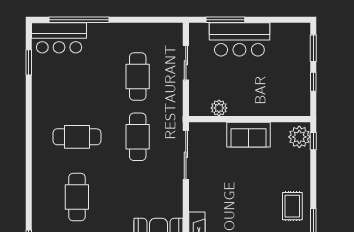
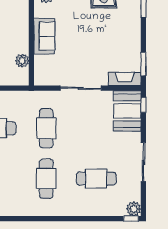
cafe table: (138, 137) -> (46, 128), turned 90
sliding door: (186, 155) -> (81, 88), moved

